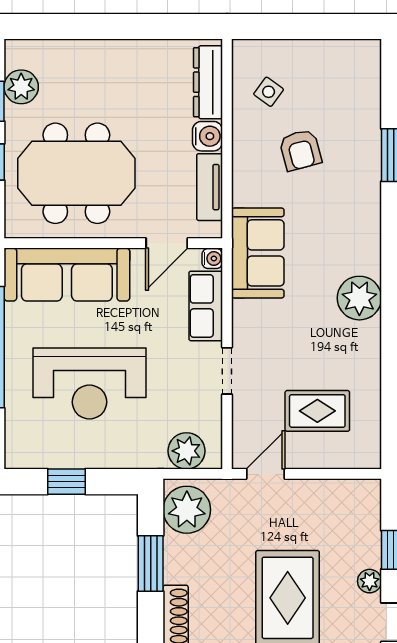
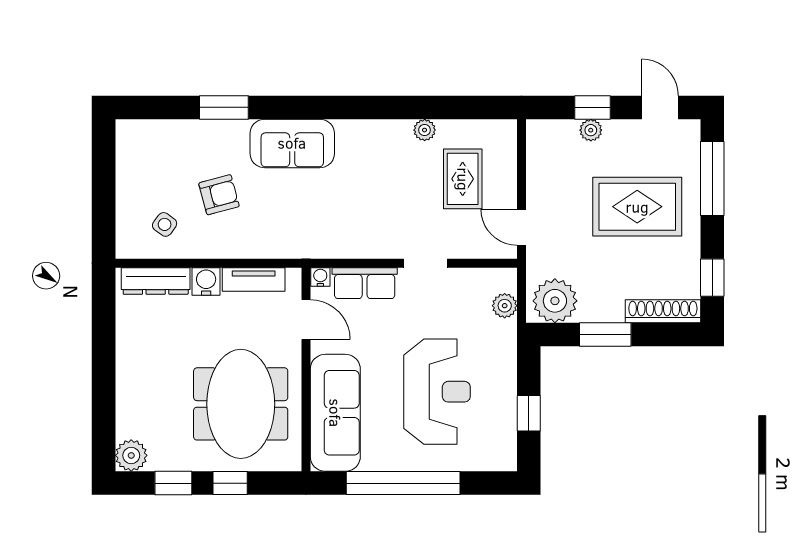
plant: (21, 87) -> (131, 455), moved
sofa: (258, 253) -> (292, 143), moved, turned 180
plant: (359, 298) -> (425, 130), moved, width x0.53, depth x0.53
plant: (187, 451) -> (505, 306), width x0.73, depth x0.73
plant: (370, 581) -> (591, 130), moved

